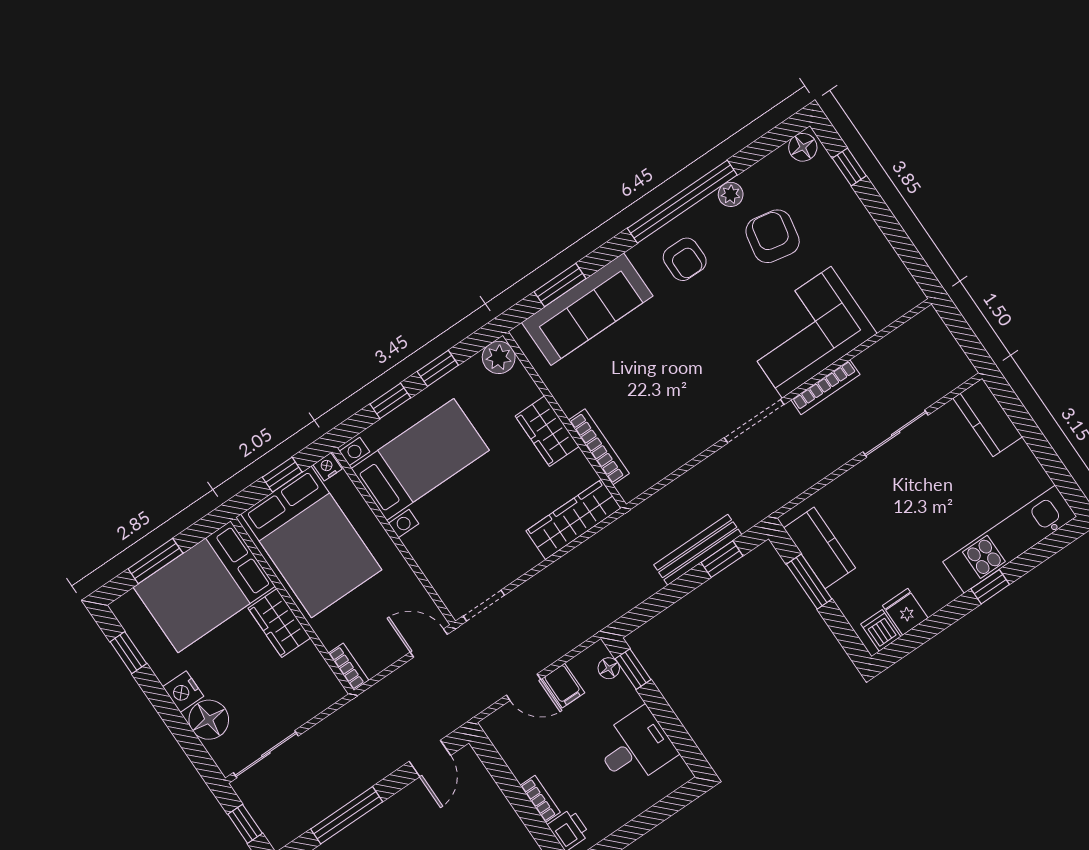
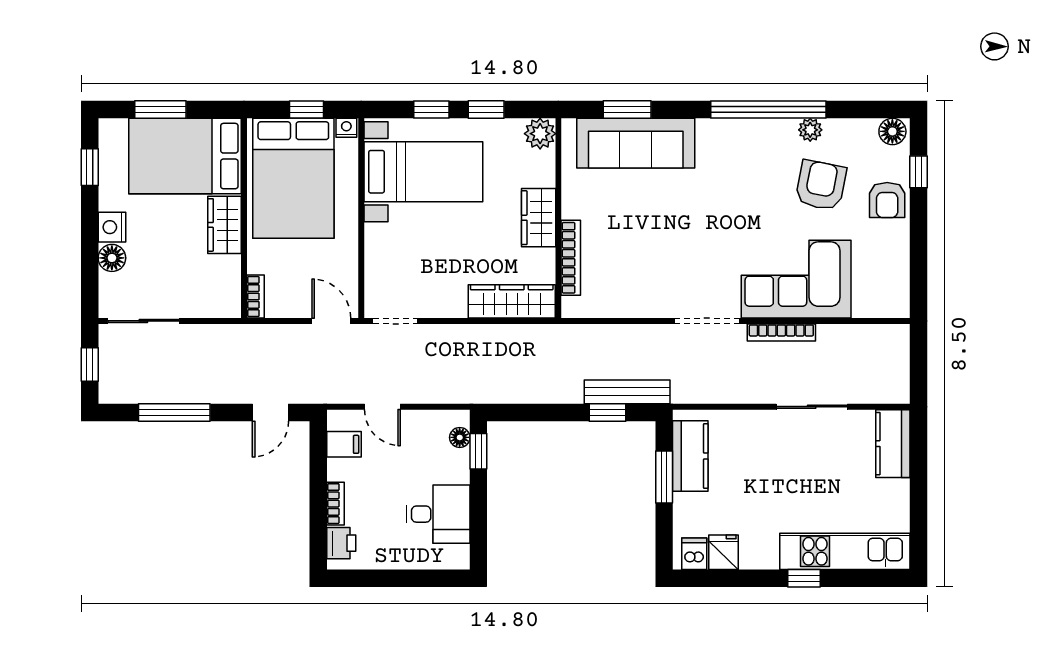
armchair: (685, 259) -> (887, 200), moved
bench: (698, 550) -> (627, 392), moved
filing cabinet: (563, 686) -> (344, 444), moved, turned -90
floor lamp: (209, 720) -> (112, 258), width x0.73, depth x0.73

